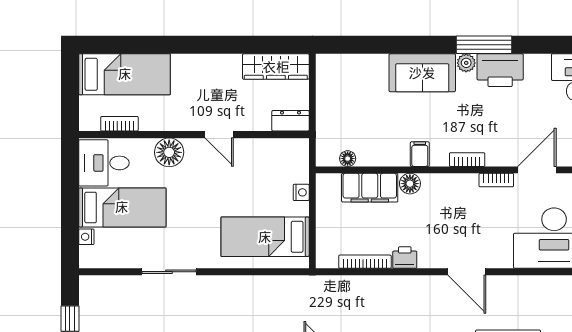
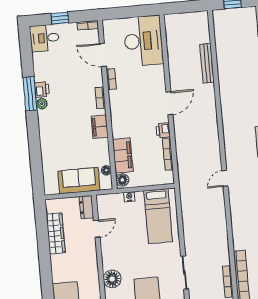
wardrobe: (276, 67) -> (56, 233), moved
printer: (500, 70) -> (42, 89), width x0.53, depth x0.68
sofa: (422, 73) -> (79, 181), moved, turned -90
door: (219, 134) -> (97, 229), moved
filing cabinet: (420, 154) -> (100, 127), width x2.00
floor lamp: (410, 184) -> (122, 180), moved
door: (467, 272) -> (169, 103), moved

